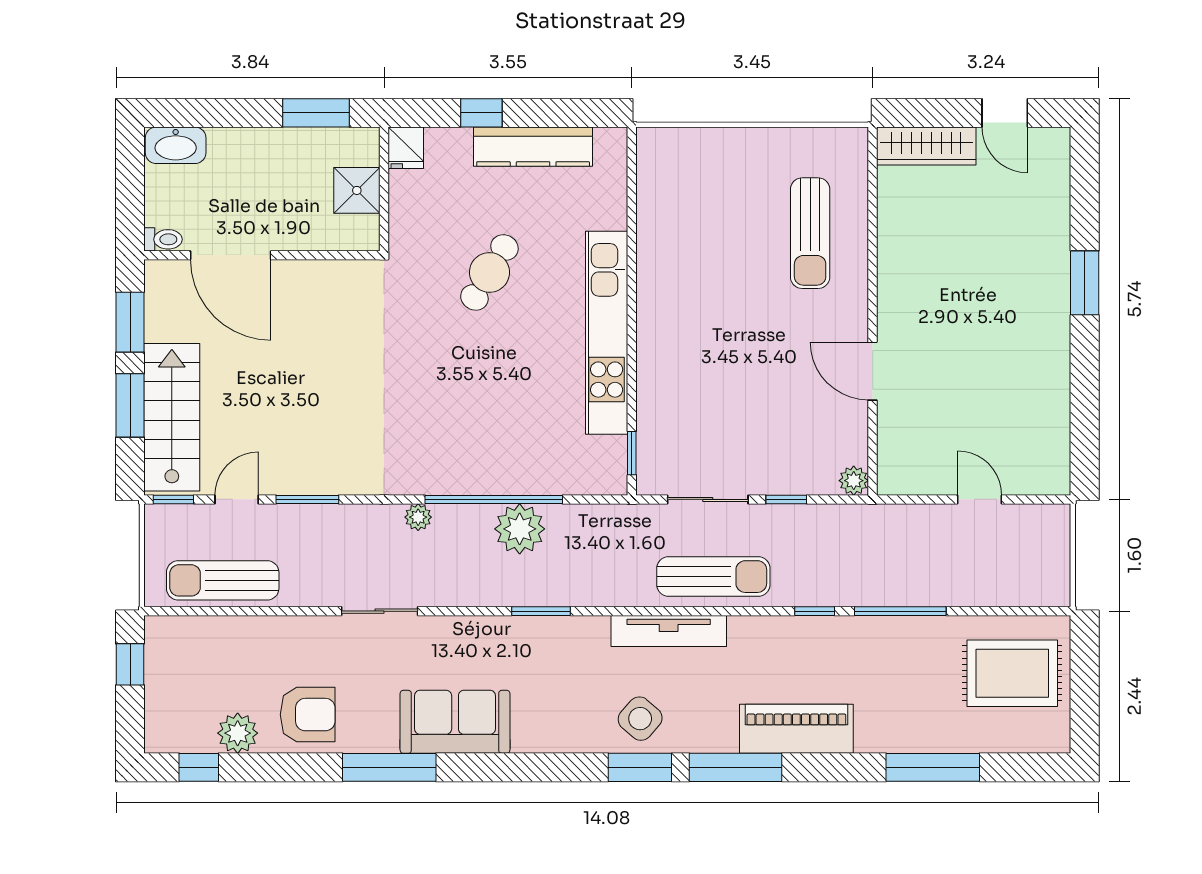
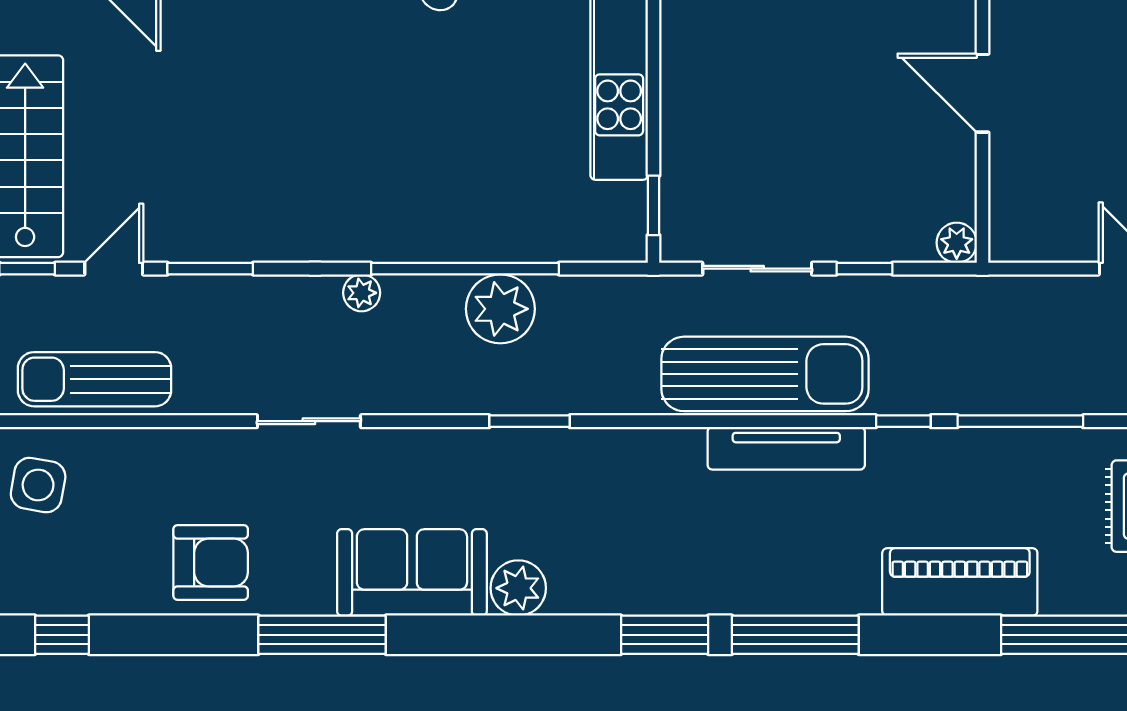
sun lounger: (713, 577) -> (765, 374), width x1.36, depth x1.34
tv unit: (669, 631) -> (786, 448), moved
side table: (640, 719) -> (38, 485), moved, turned -31
piano: (796, 729) -> (960, 582), moved
plant: (238, 733) -> (518, 588), moved

